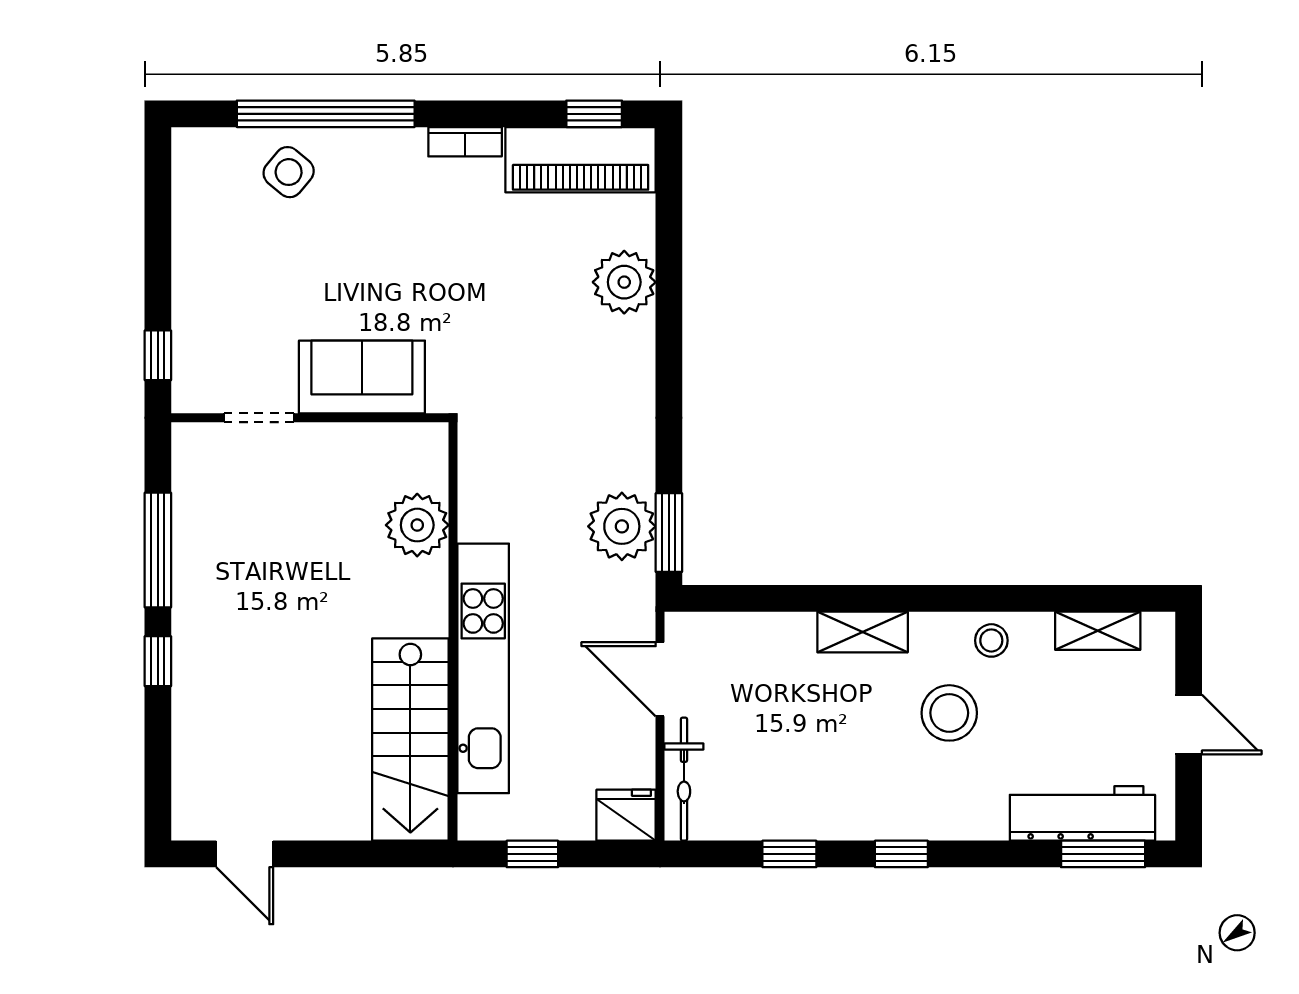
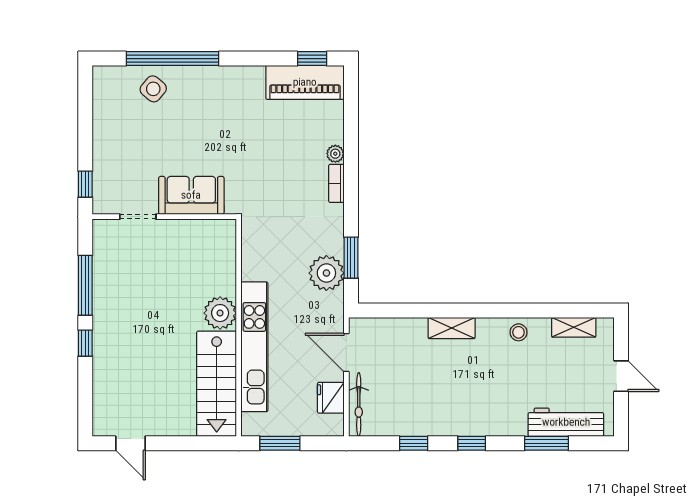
bookcase: (465, 142) -> (336, 183), moved, turned 90
plant: (624, 282) -> (335, 154), width x0.53, depth x0.53
plant: (417, 525) -> (220, 313), moved
window: (669, 533) -> (351, 258), moved
stool: (949, 713) -> (497, 370), removed
fridge: (626, 815) -> (331, 398), moved, turned -90
window: (532, 854) -> (280, 443), width x1.50
window: (1103, 854) -> (547, 443), moved

